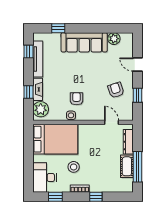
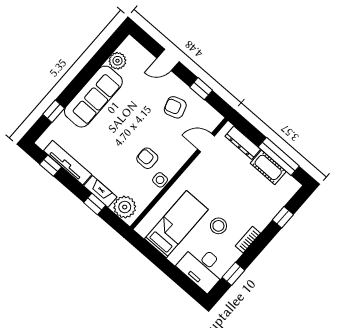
bed: (55, 139) -> (176, 224), width x0.67
window: (96, 197) -> (283, 217), moved

